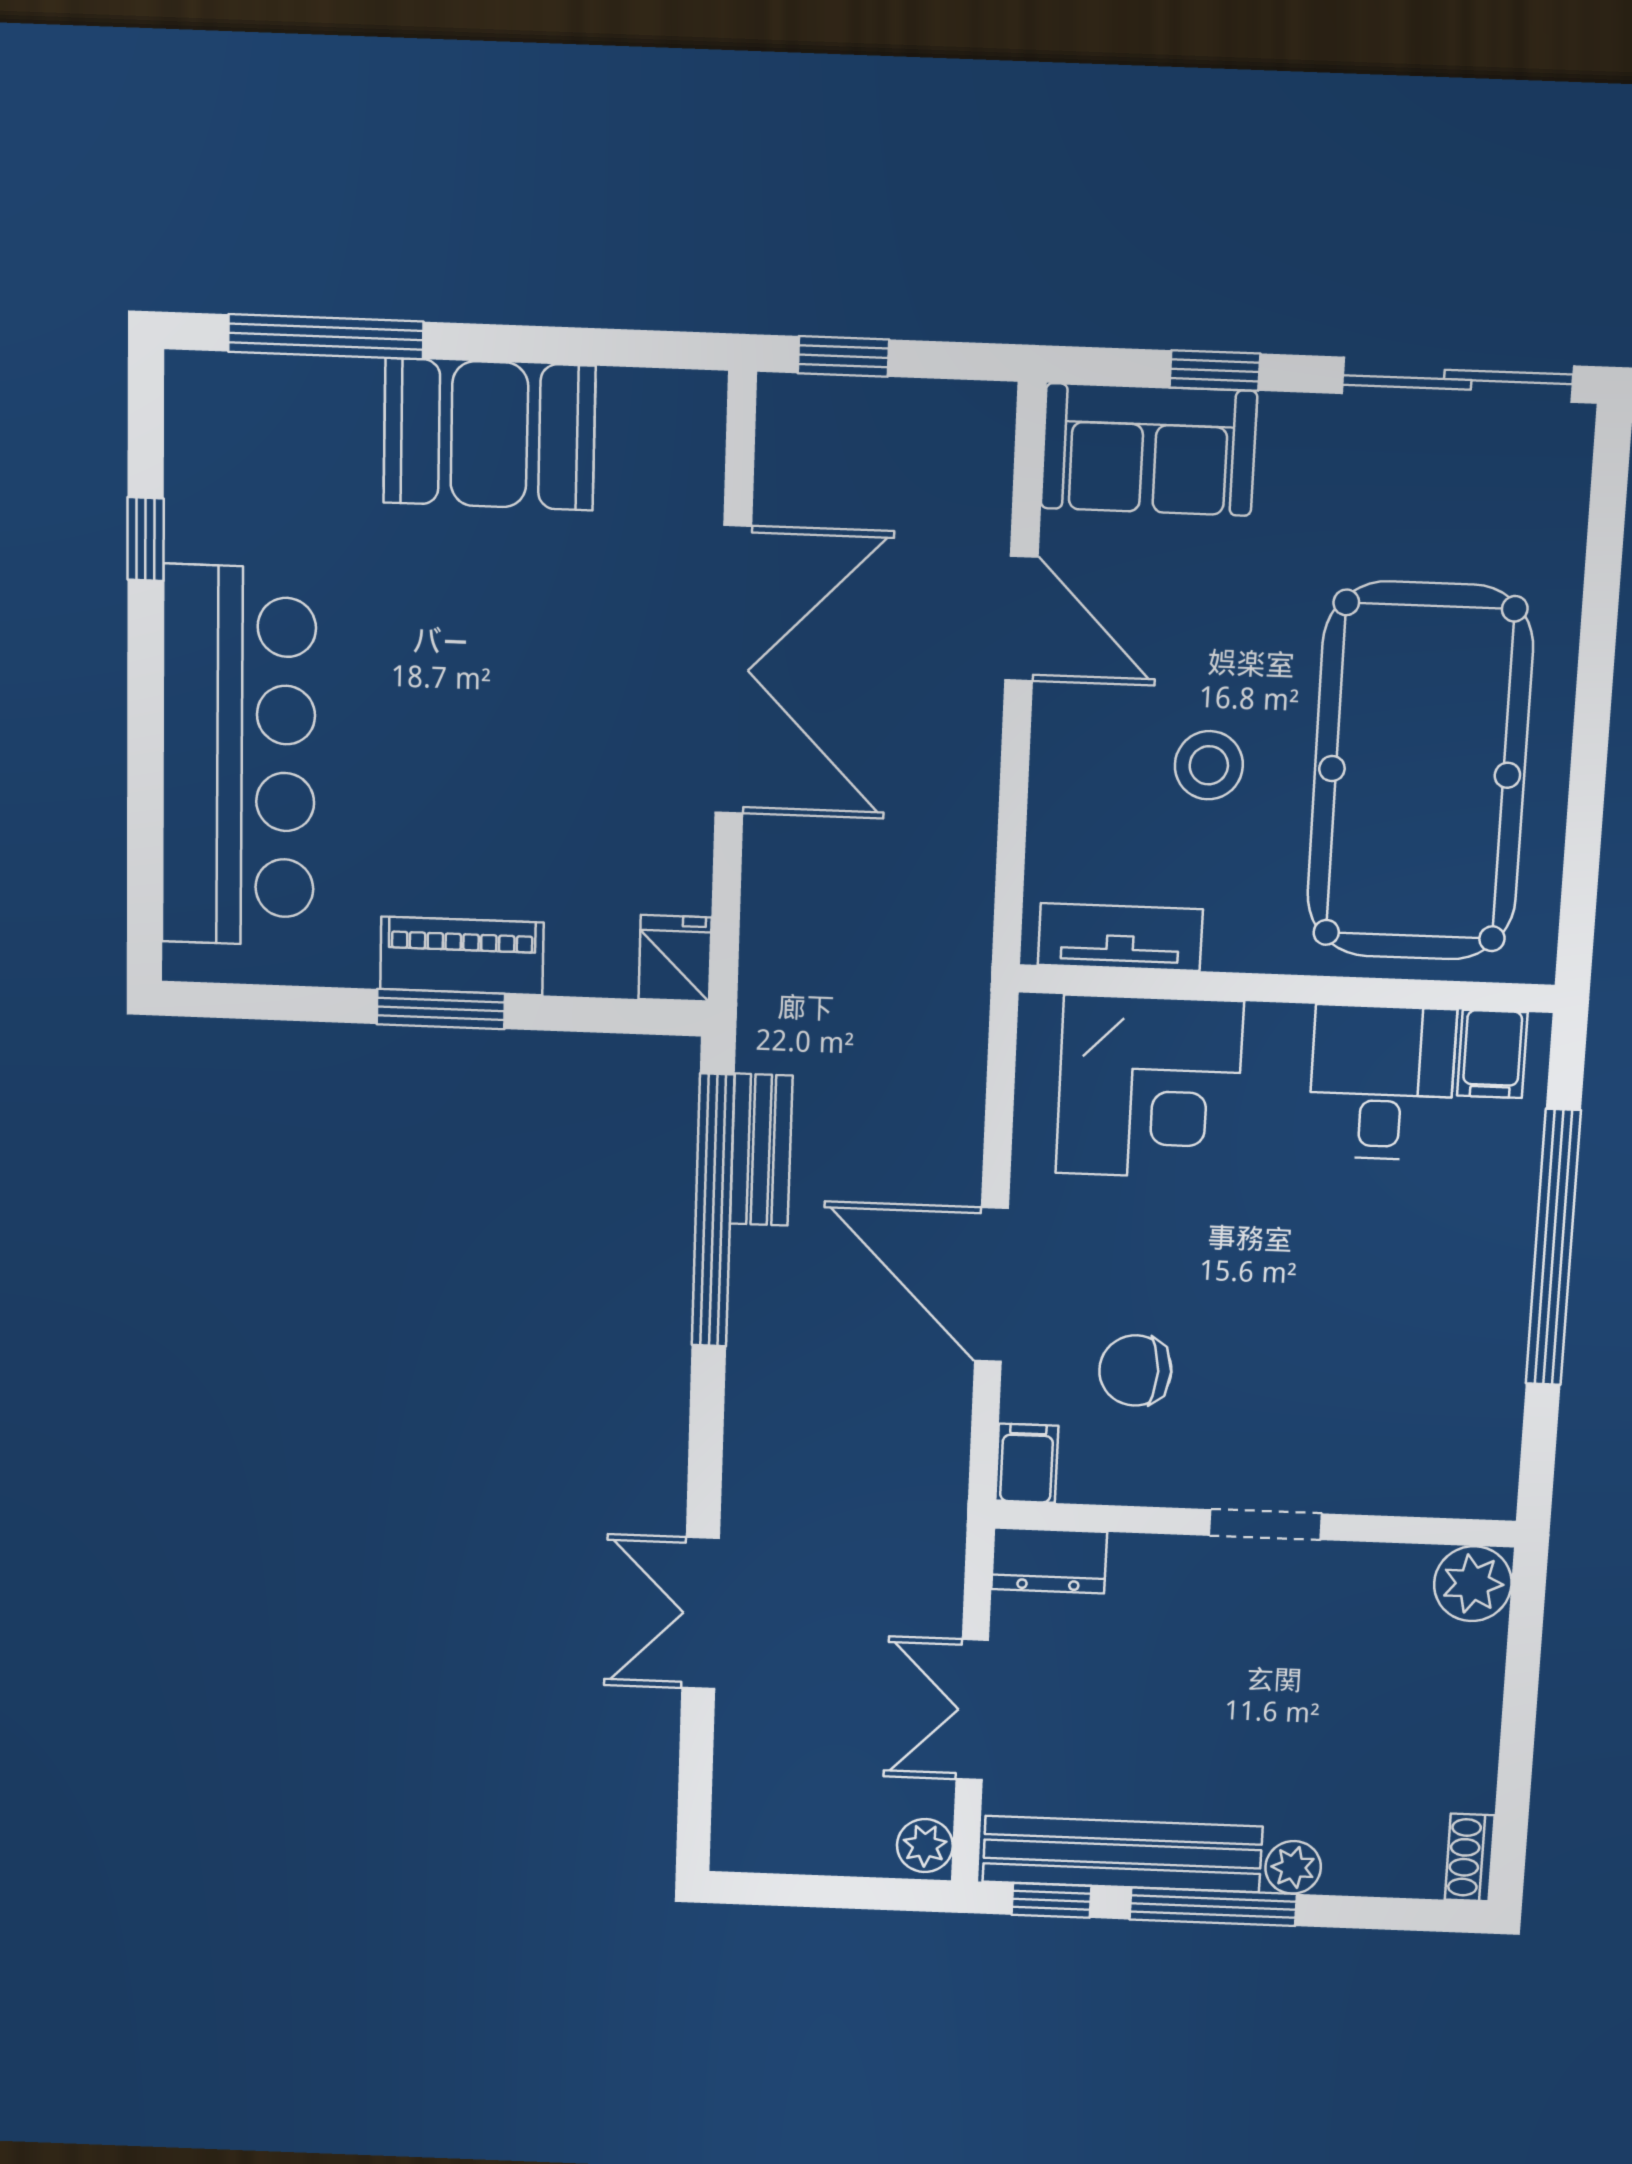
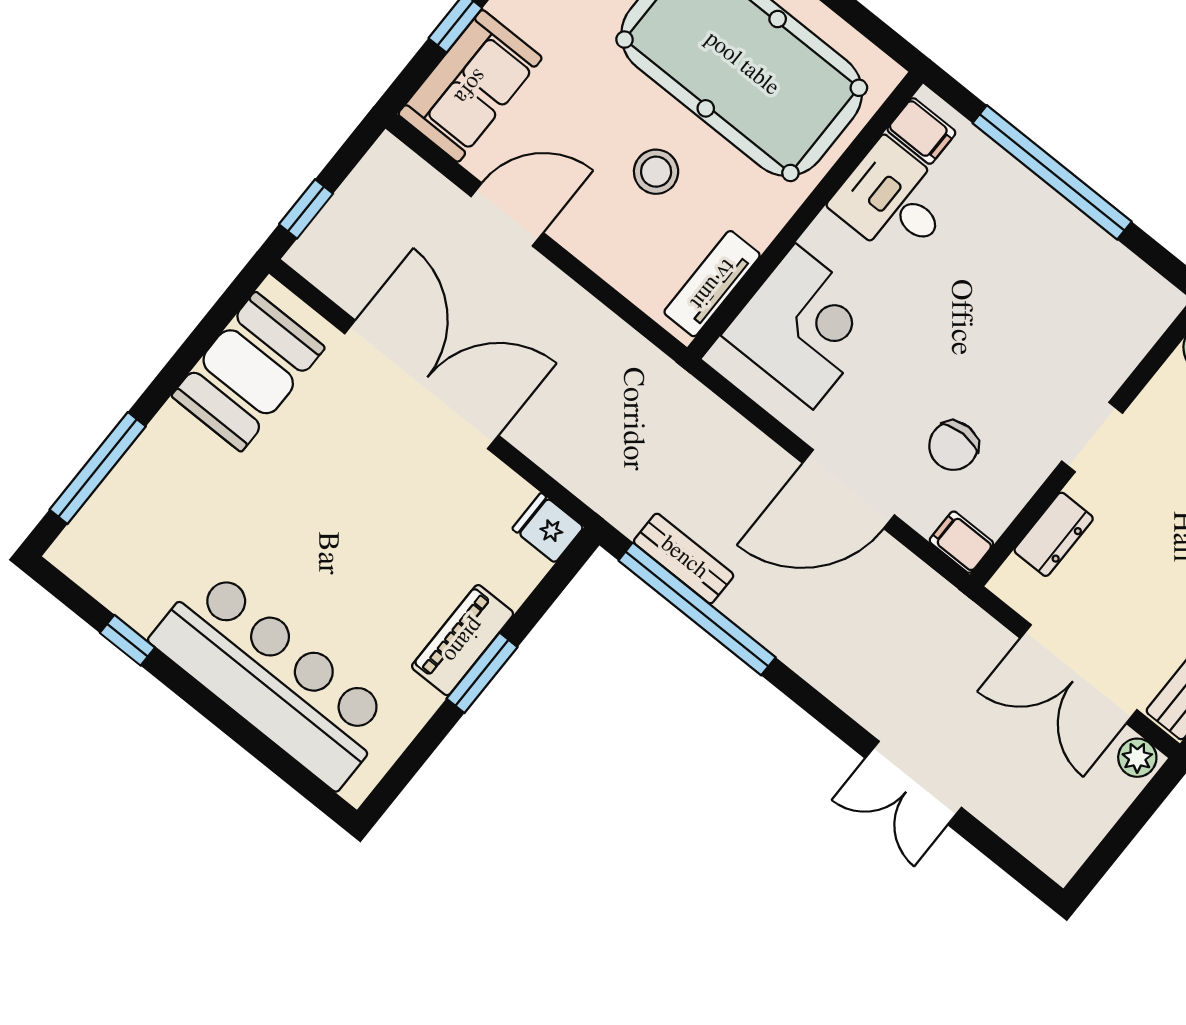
booth: (489, 434) -> (248, 372), moved
dresser: (1049, 1561) -> (1054, 534), moved
double door: (972, 1710) -> (1079, 674), width x1.37

